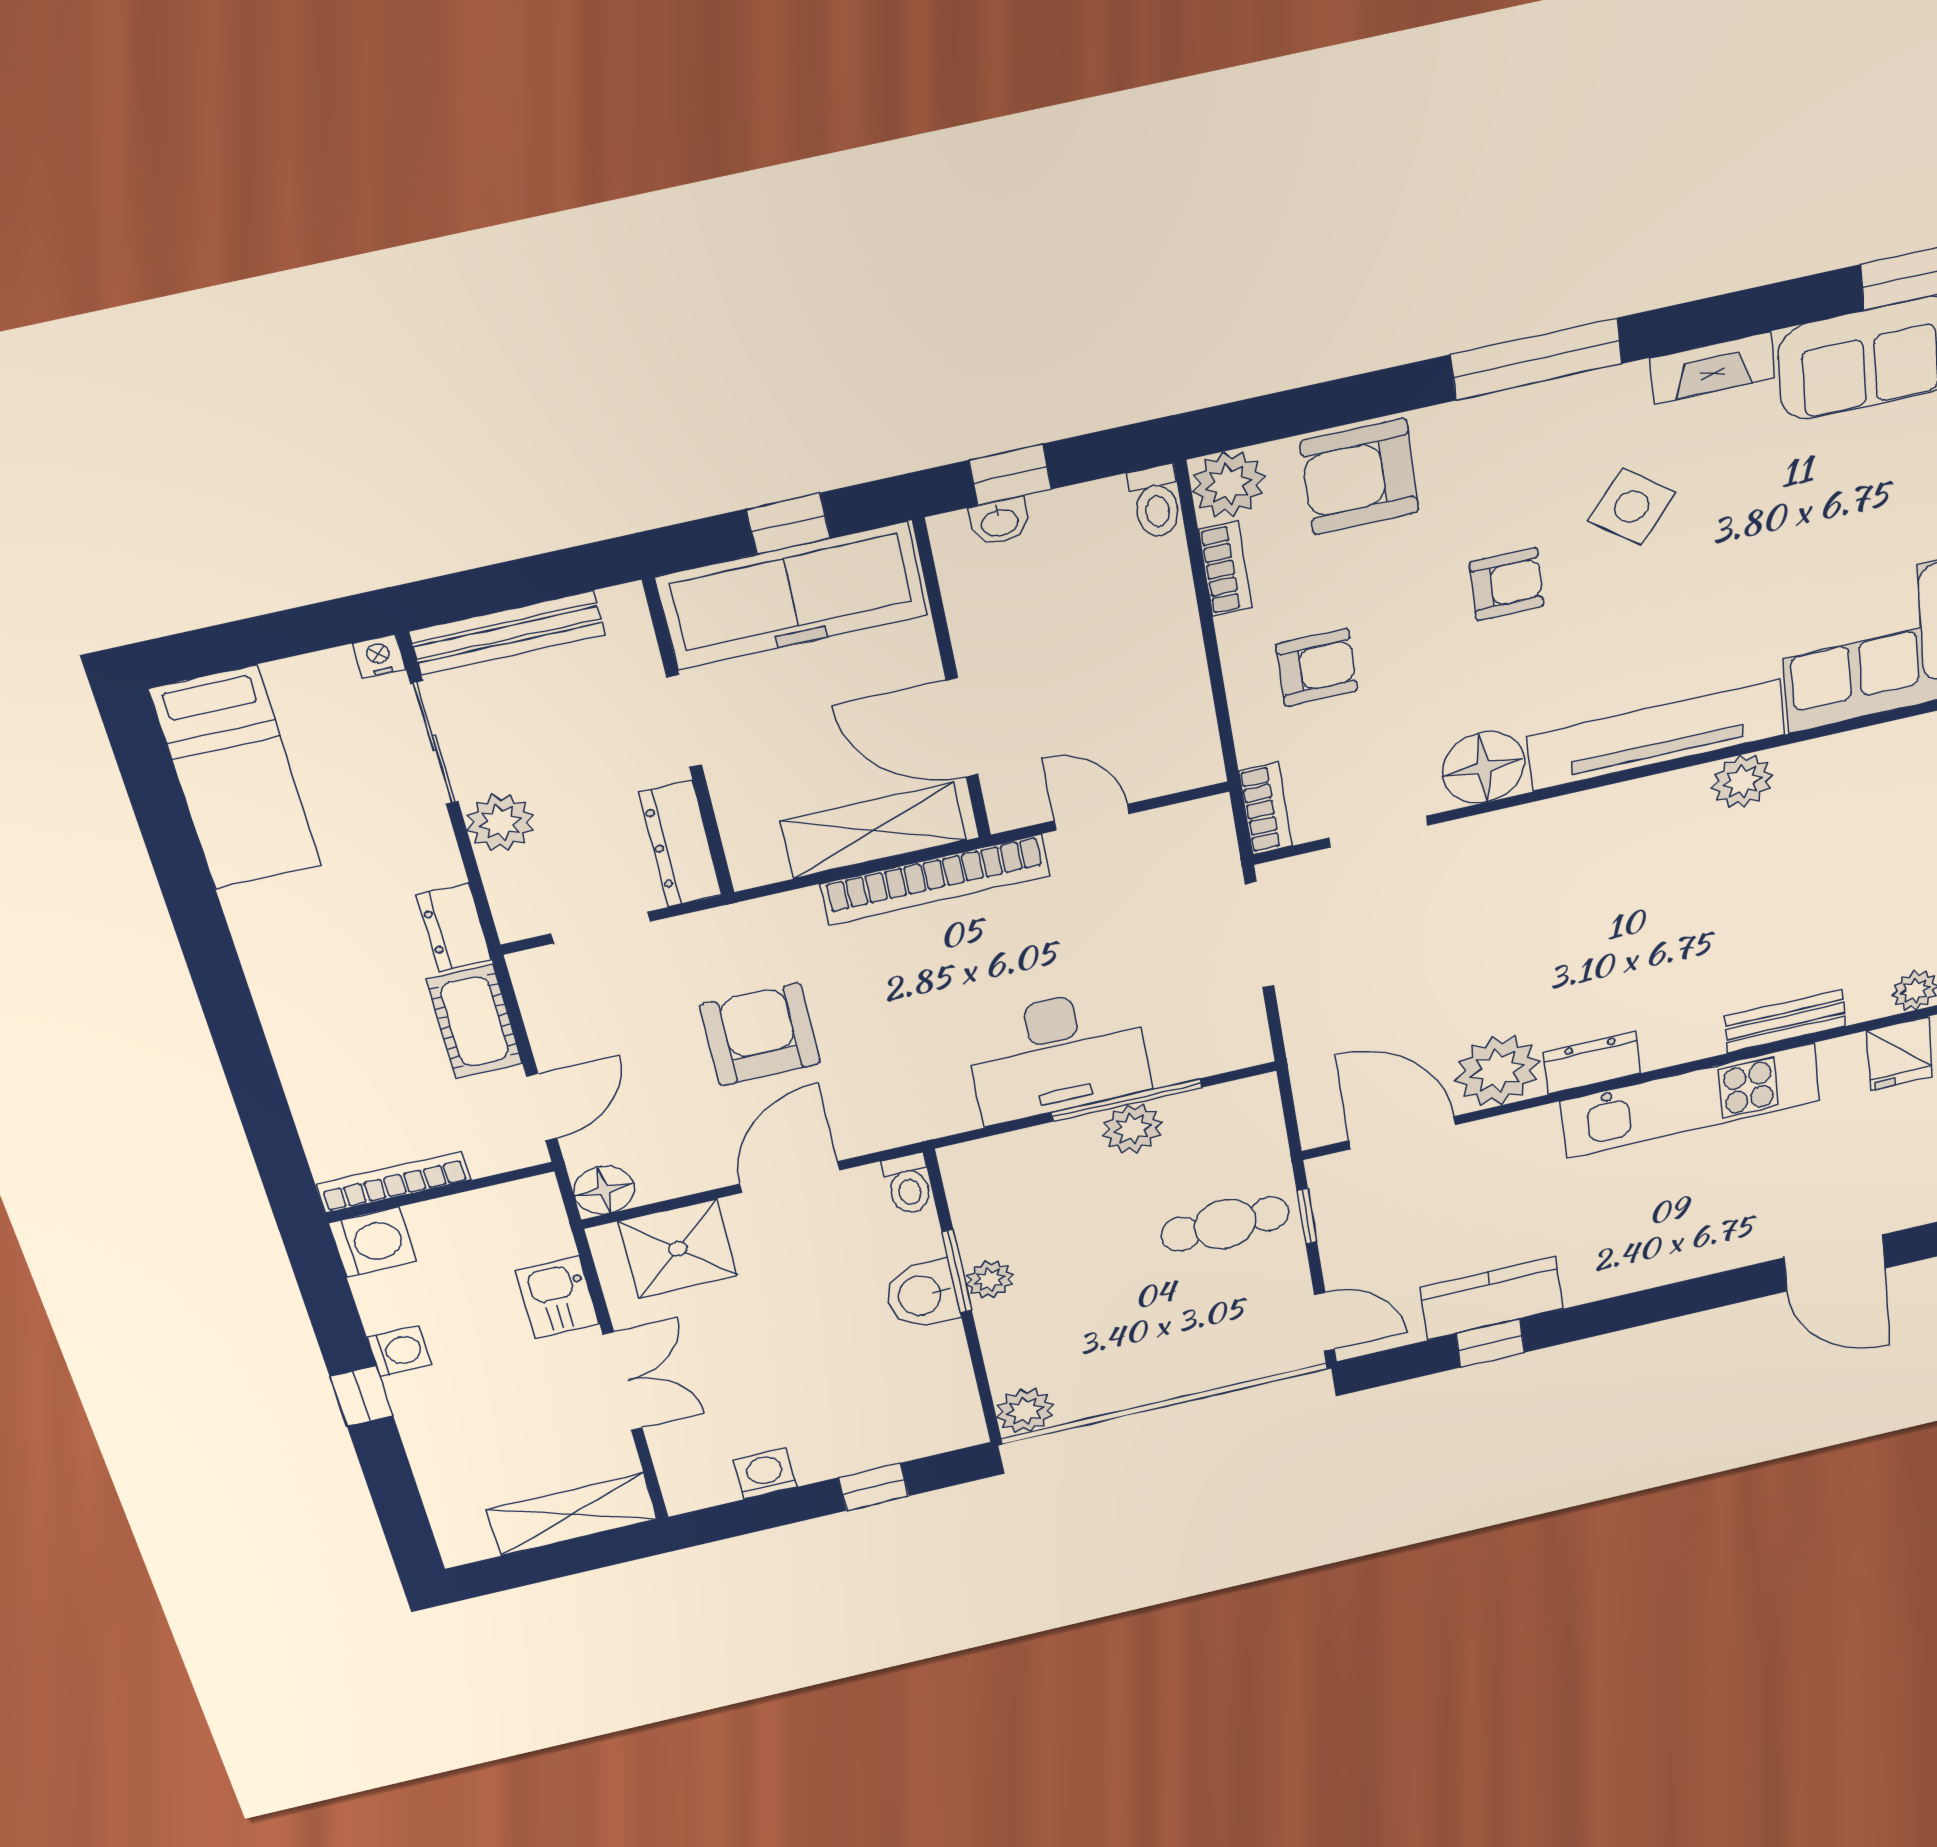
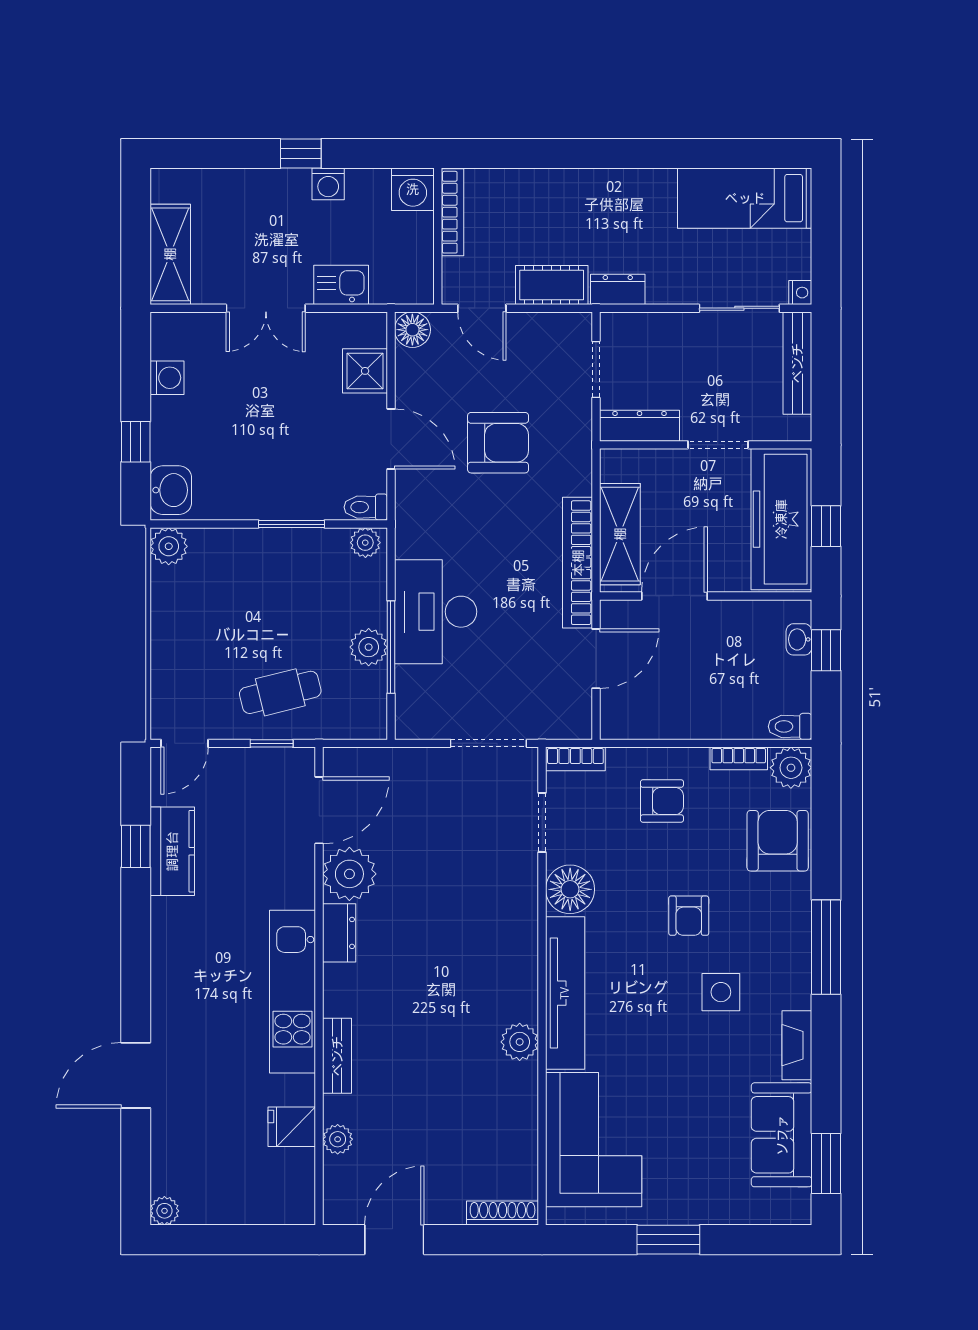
side table: (1632, 507) -> (721, 992), turned -38
armchair: (1317, 668) -> (662, 801), turned -90
door: (1092, 817) -> (596, 659), width x1.38
plant: (500, 822) -> (680, 331), removed
cafe table: (1225, 1224) -> (280, 692), turned 76
shower: (678, 1249) -> (365, 371), width x0.73, depth x0.73
plant: (990, 1279) -> (365, 543), moved
washbasin: (922, 1295) -> (171, 490), moved, turned 90

